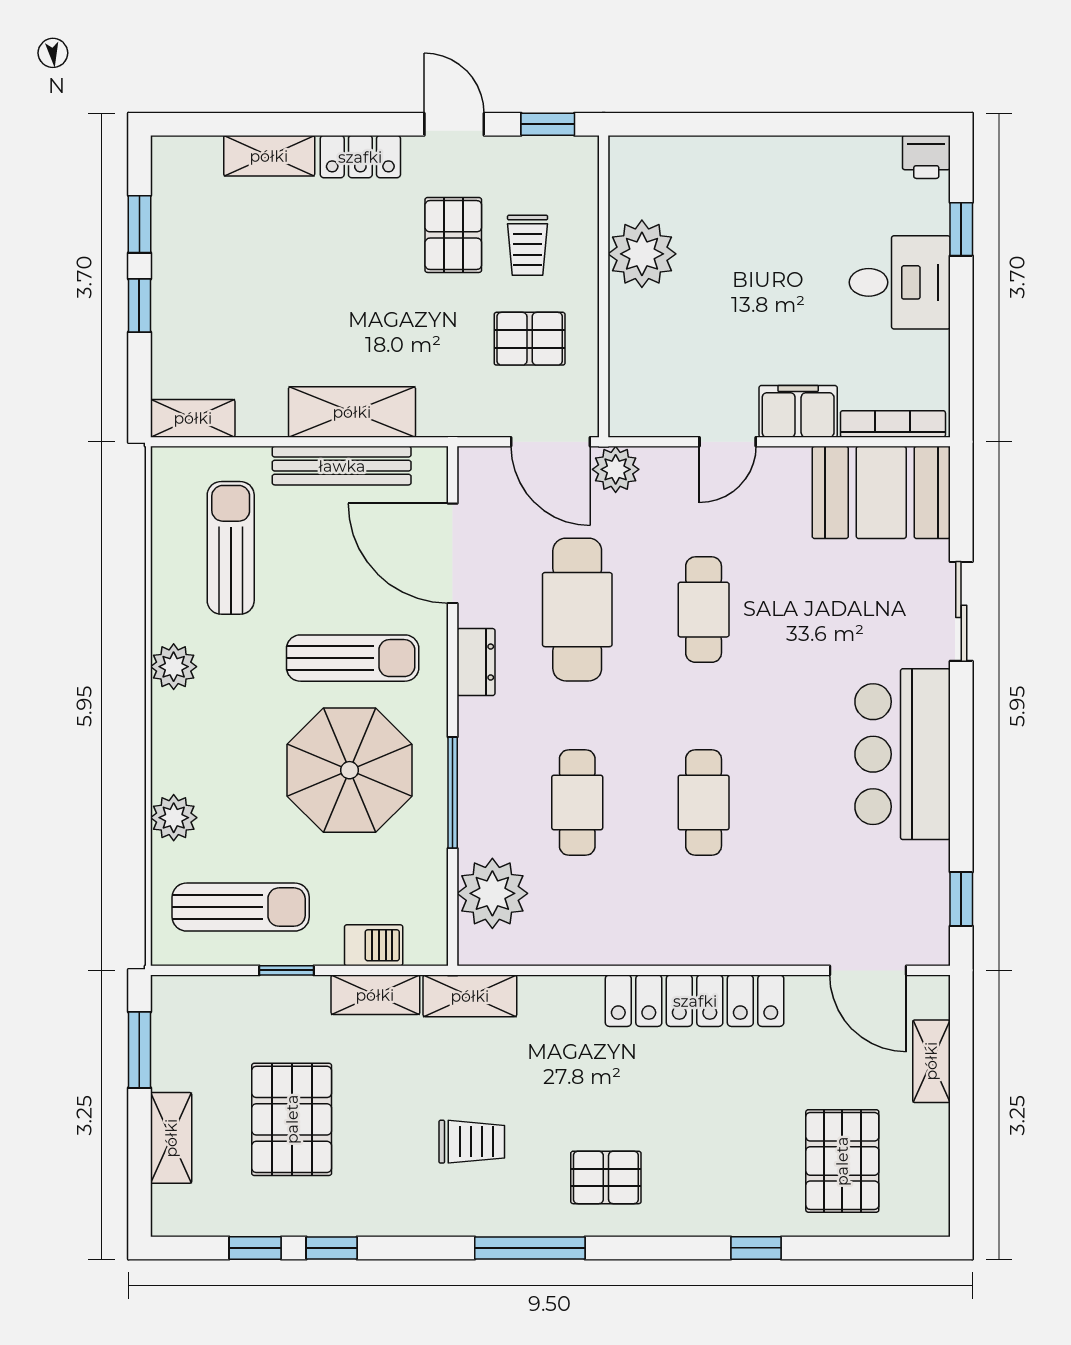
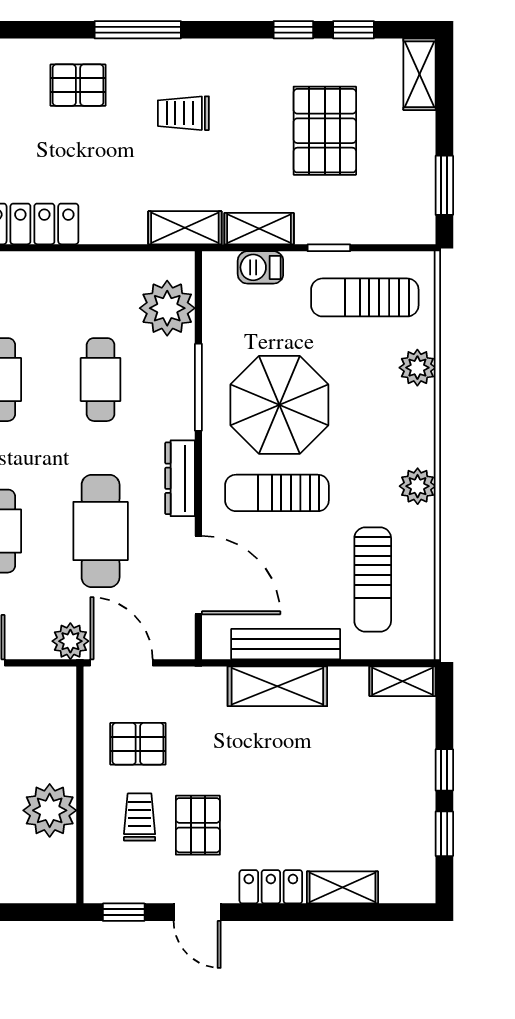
dresser: (476, 662) -> (180, 478), width x1.44
shelving: (171, 1138) -> (419, 74), moved

